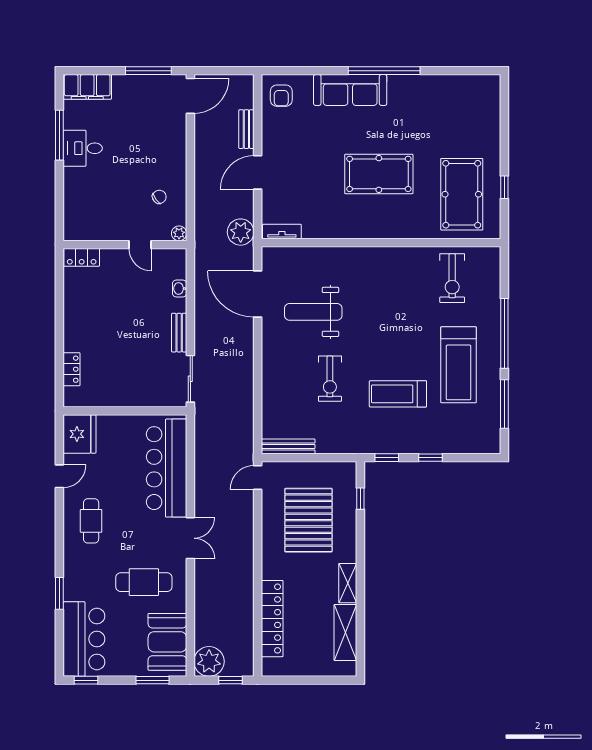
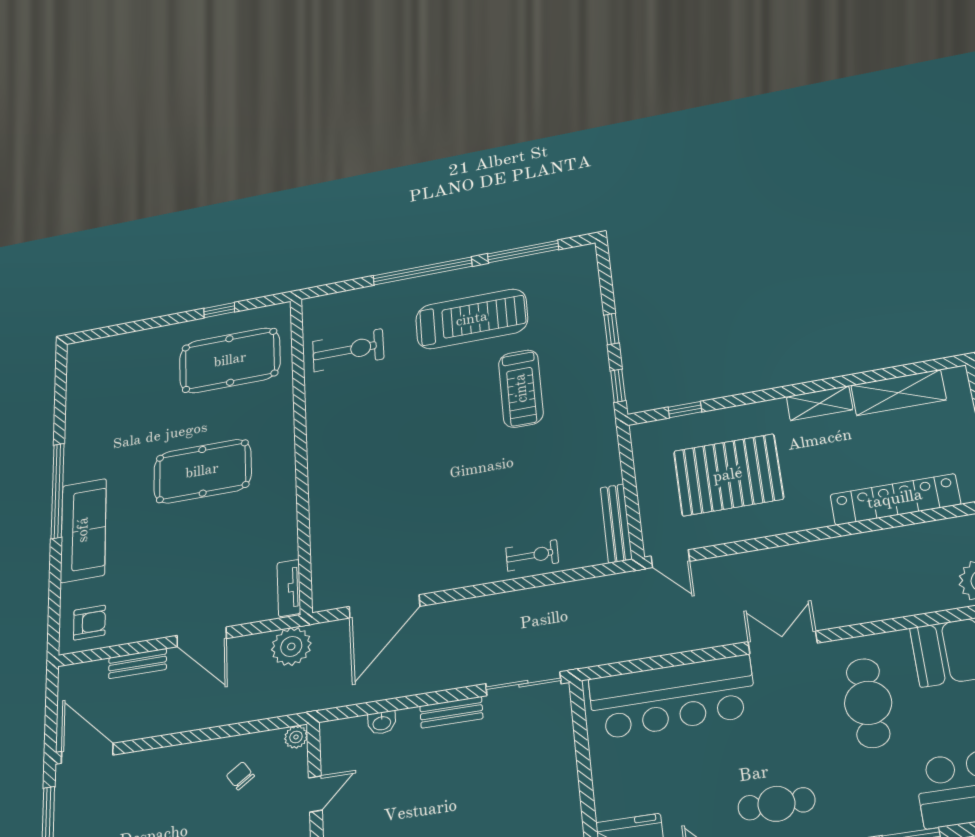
pool table: (379, 174) -> (202, 471), turned 90
weight bench: (313, 312) -> (407, 524), removed
exercise bike: (330, 379) -> (532, 555), moved, width x0.73, depth x0.72

